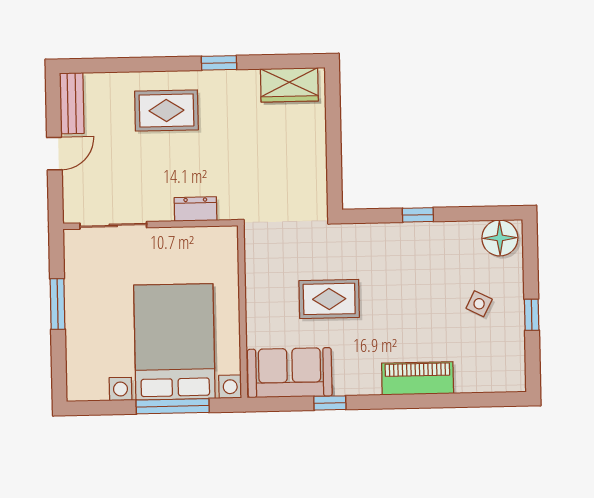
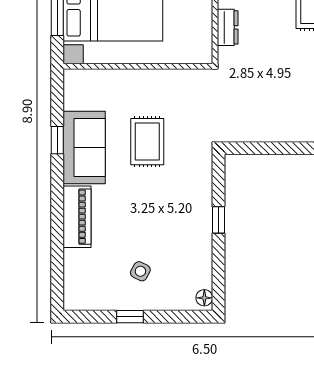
floor lamp: (500, 238) -> (204, 298), width x0.53, depth x0.53
sofa: (290, 373) -> (84, 148), moved

